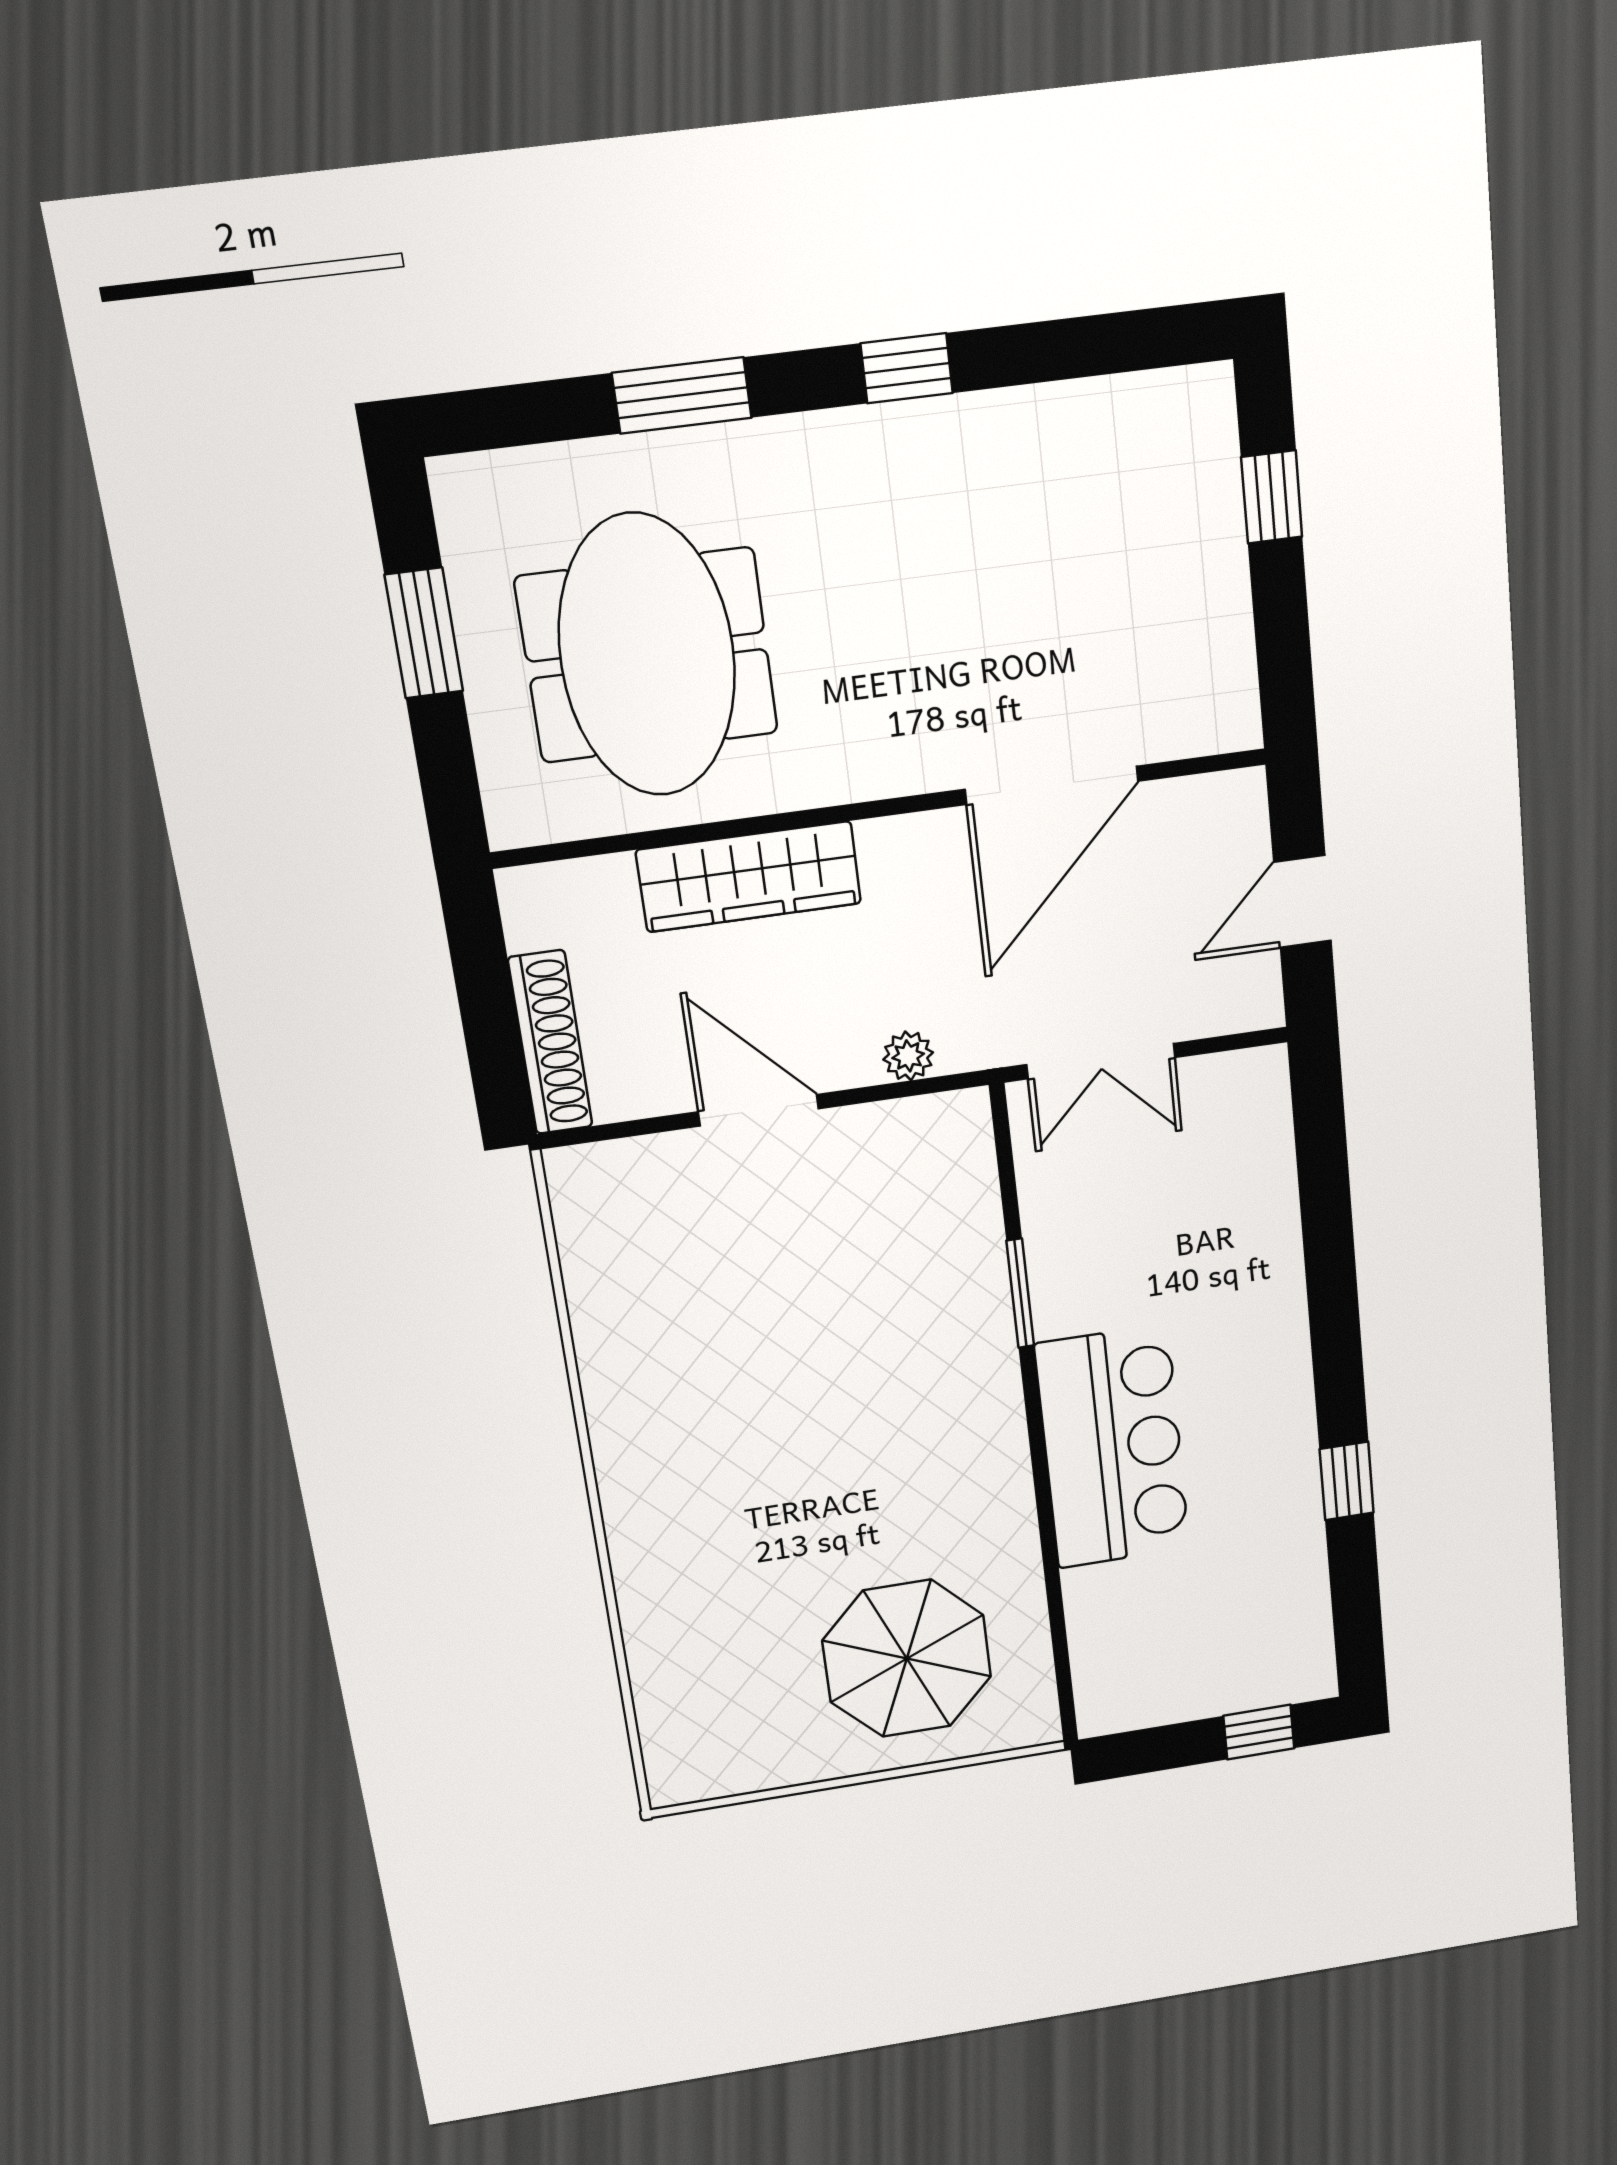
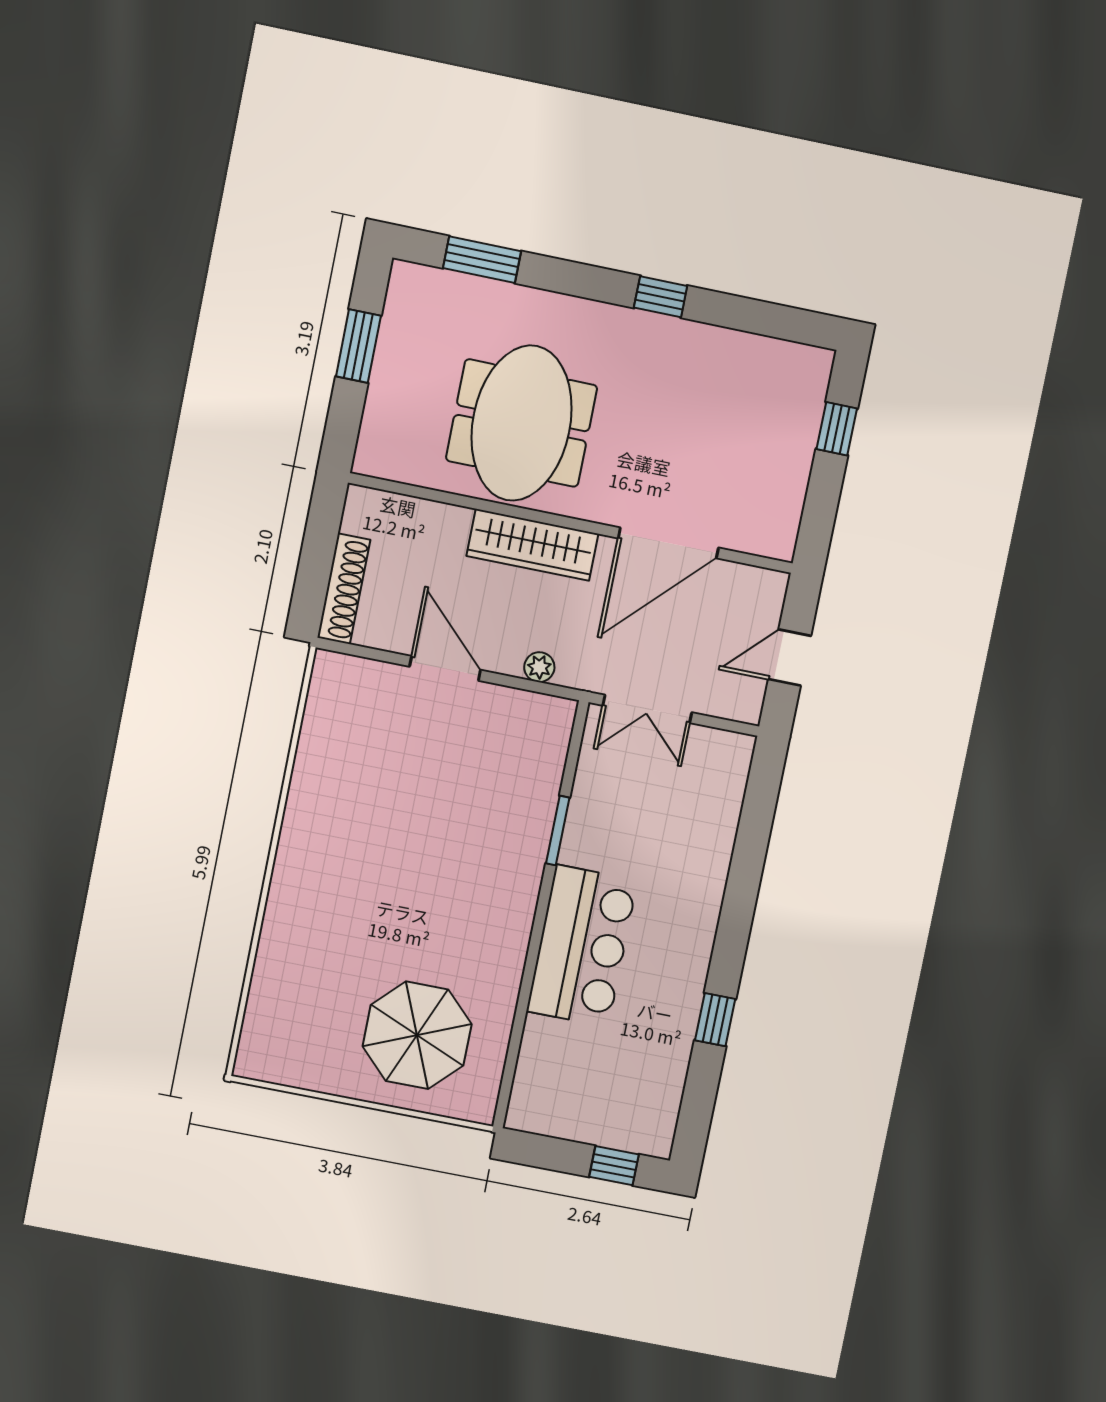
window: (682, 395) -> (482, 260), moved
meeting table: (647, 655) -> (522, 423), moved
wardrobe: (749, 877) -> (532, 545), moved

